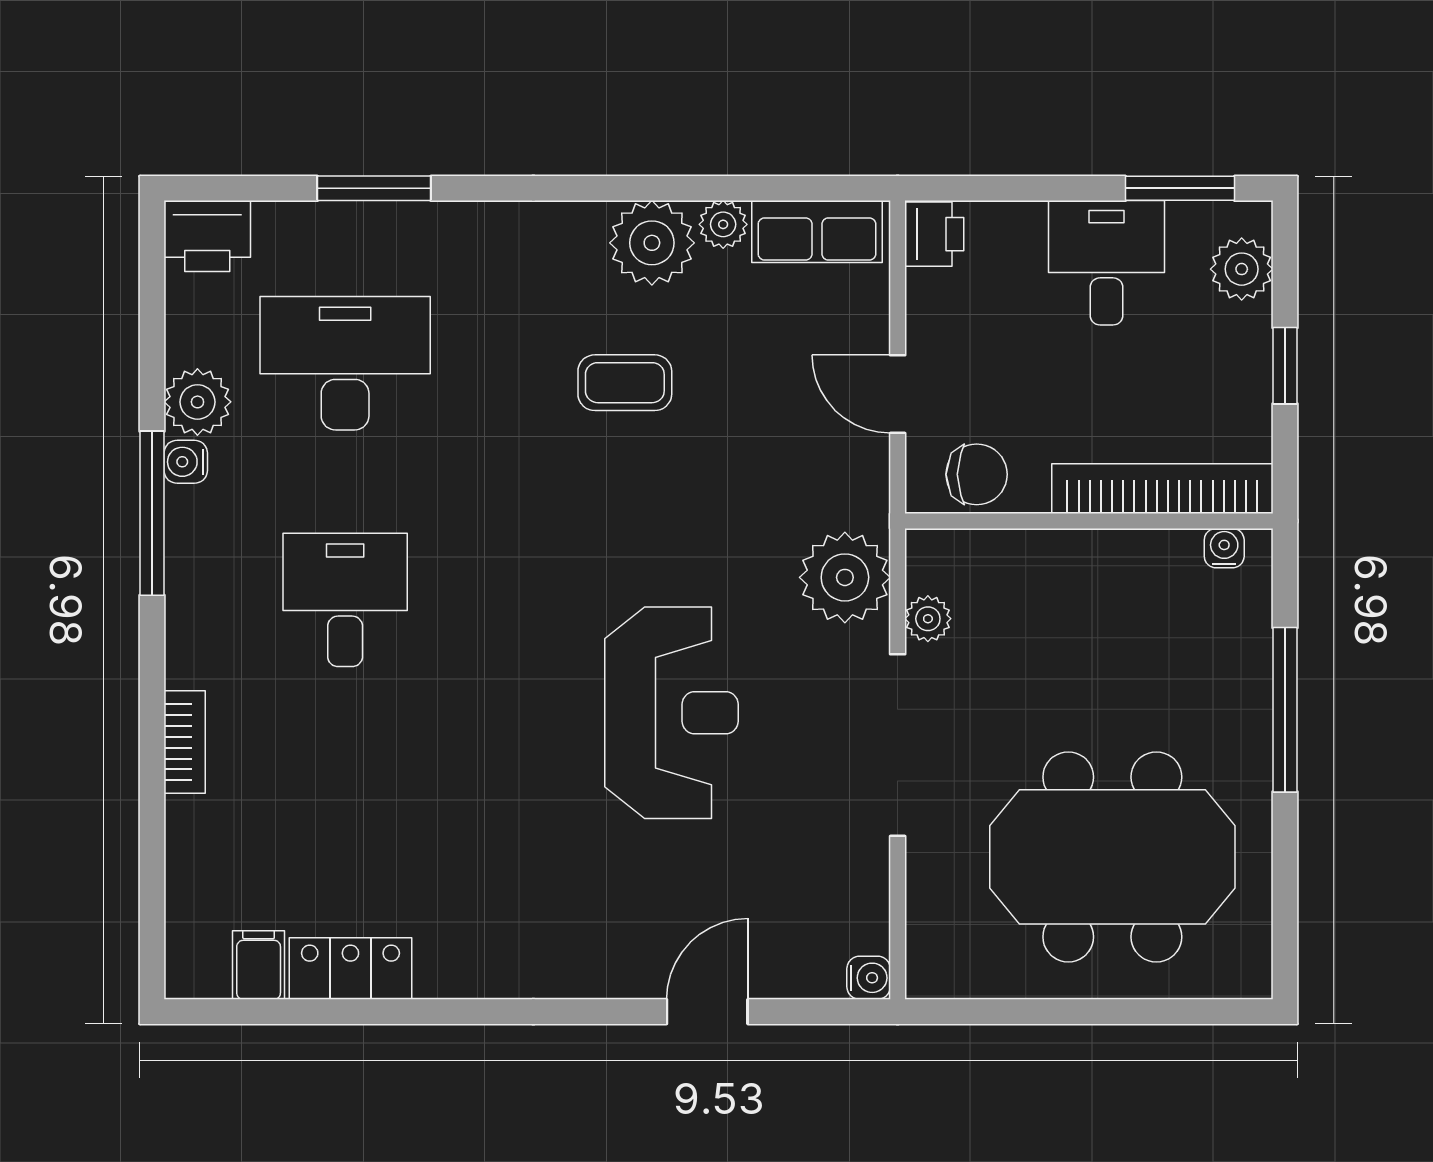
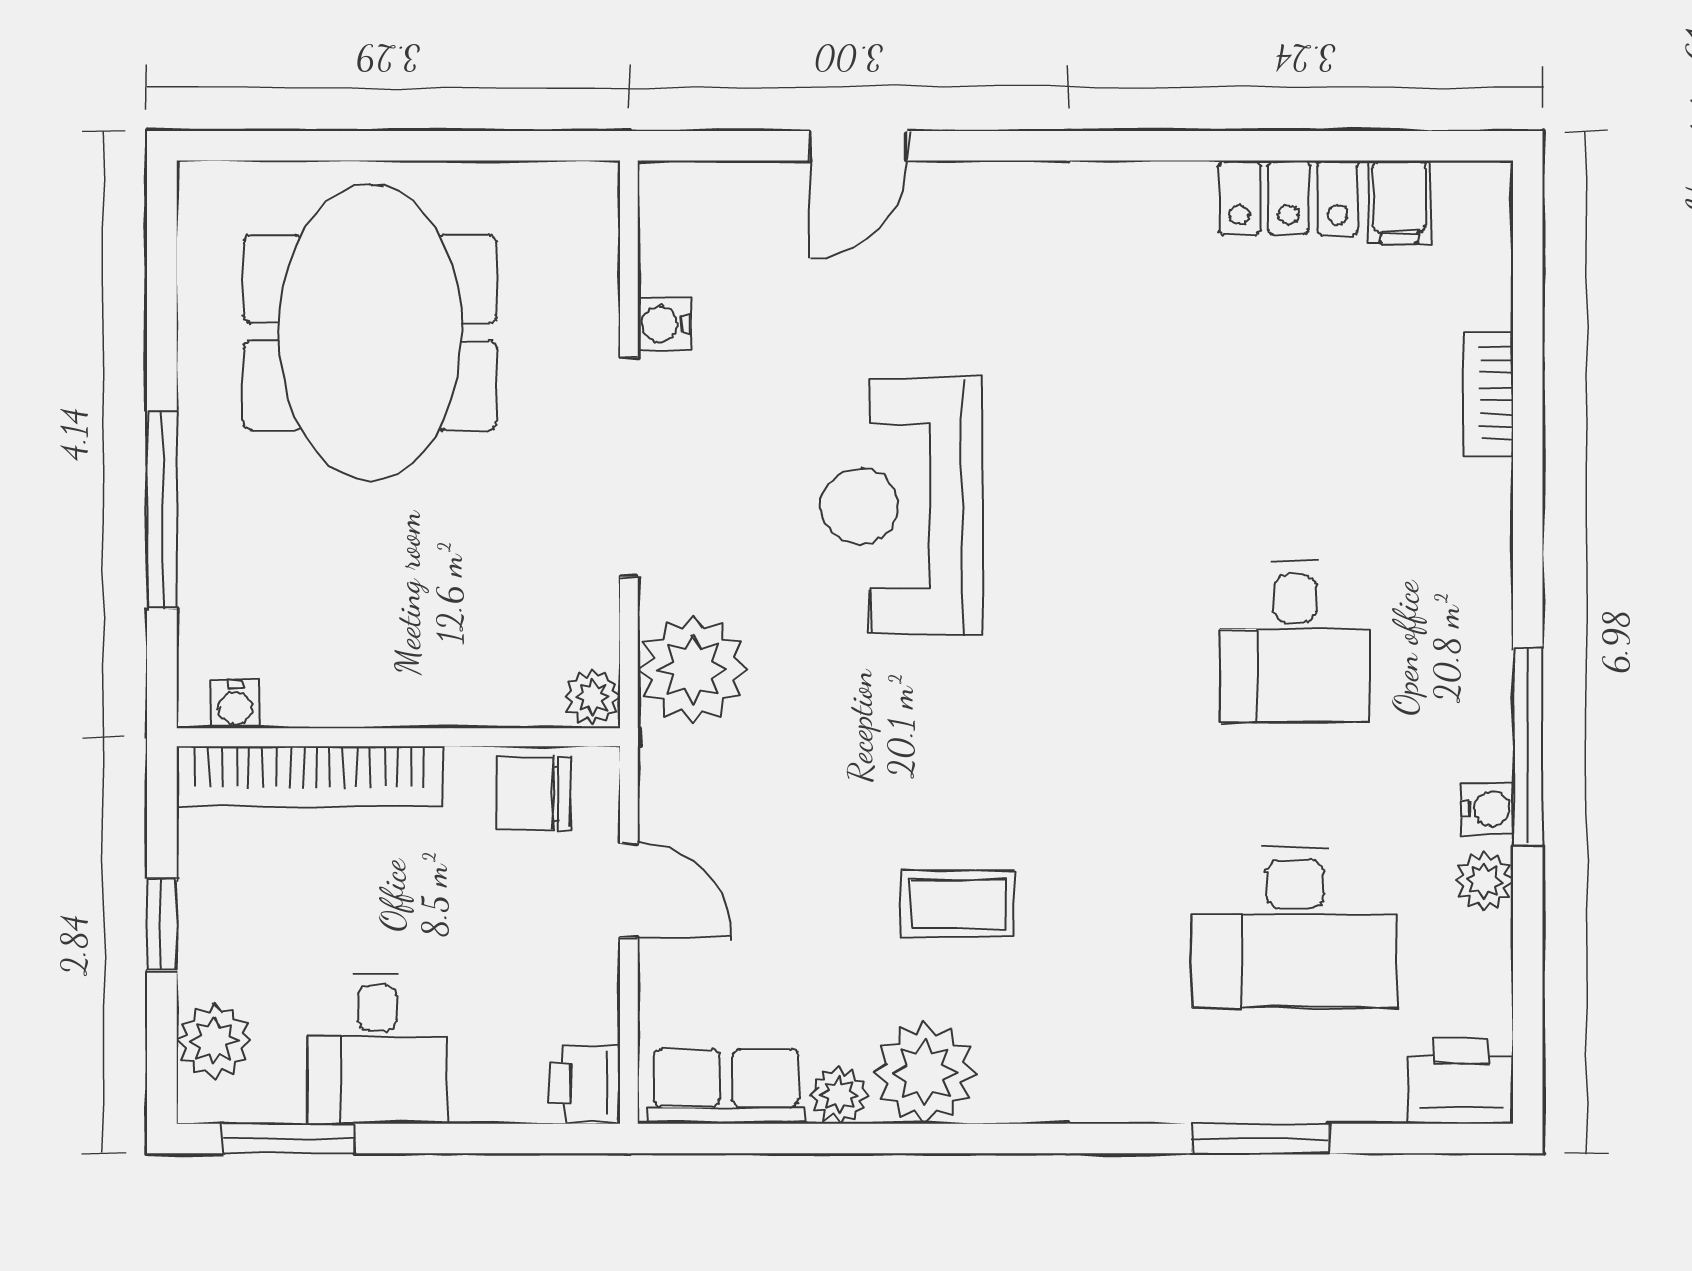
plant: (197, 402) -> (1484, 881), width x0.73, depth x0.73
plant: (928, 619) -> (592, 697), moved
bookcase: (185, 742) -> (1488, 394), moved
meeting table: (1112, 857) -> (370, 332), turned 90
water cooler: (869, 978) -> (664, 324), moved

